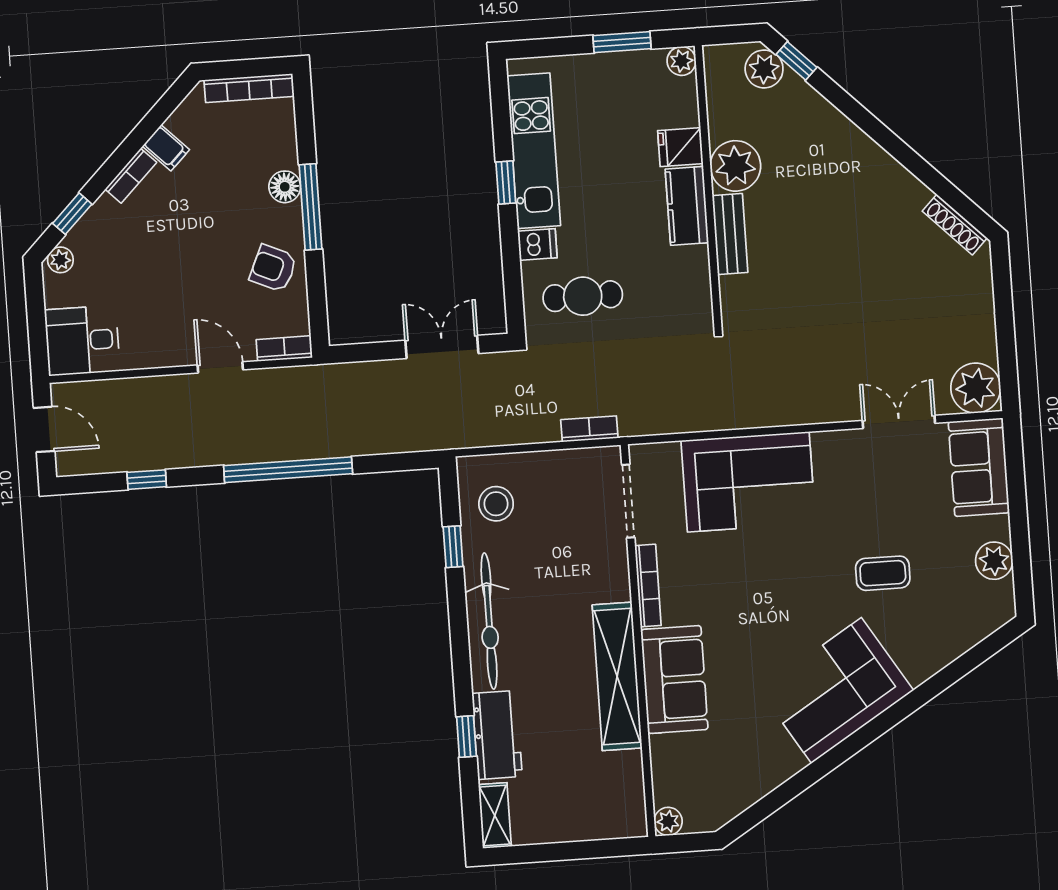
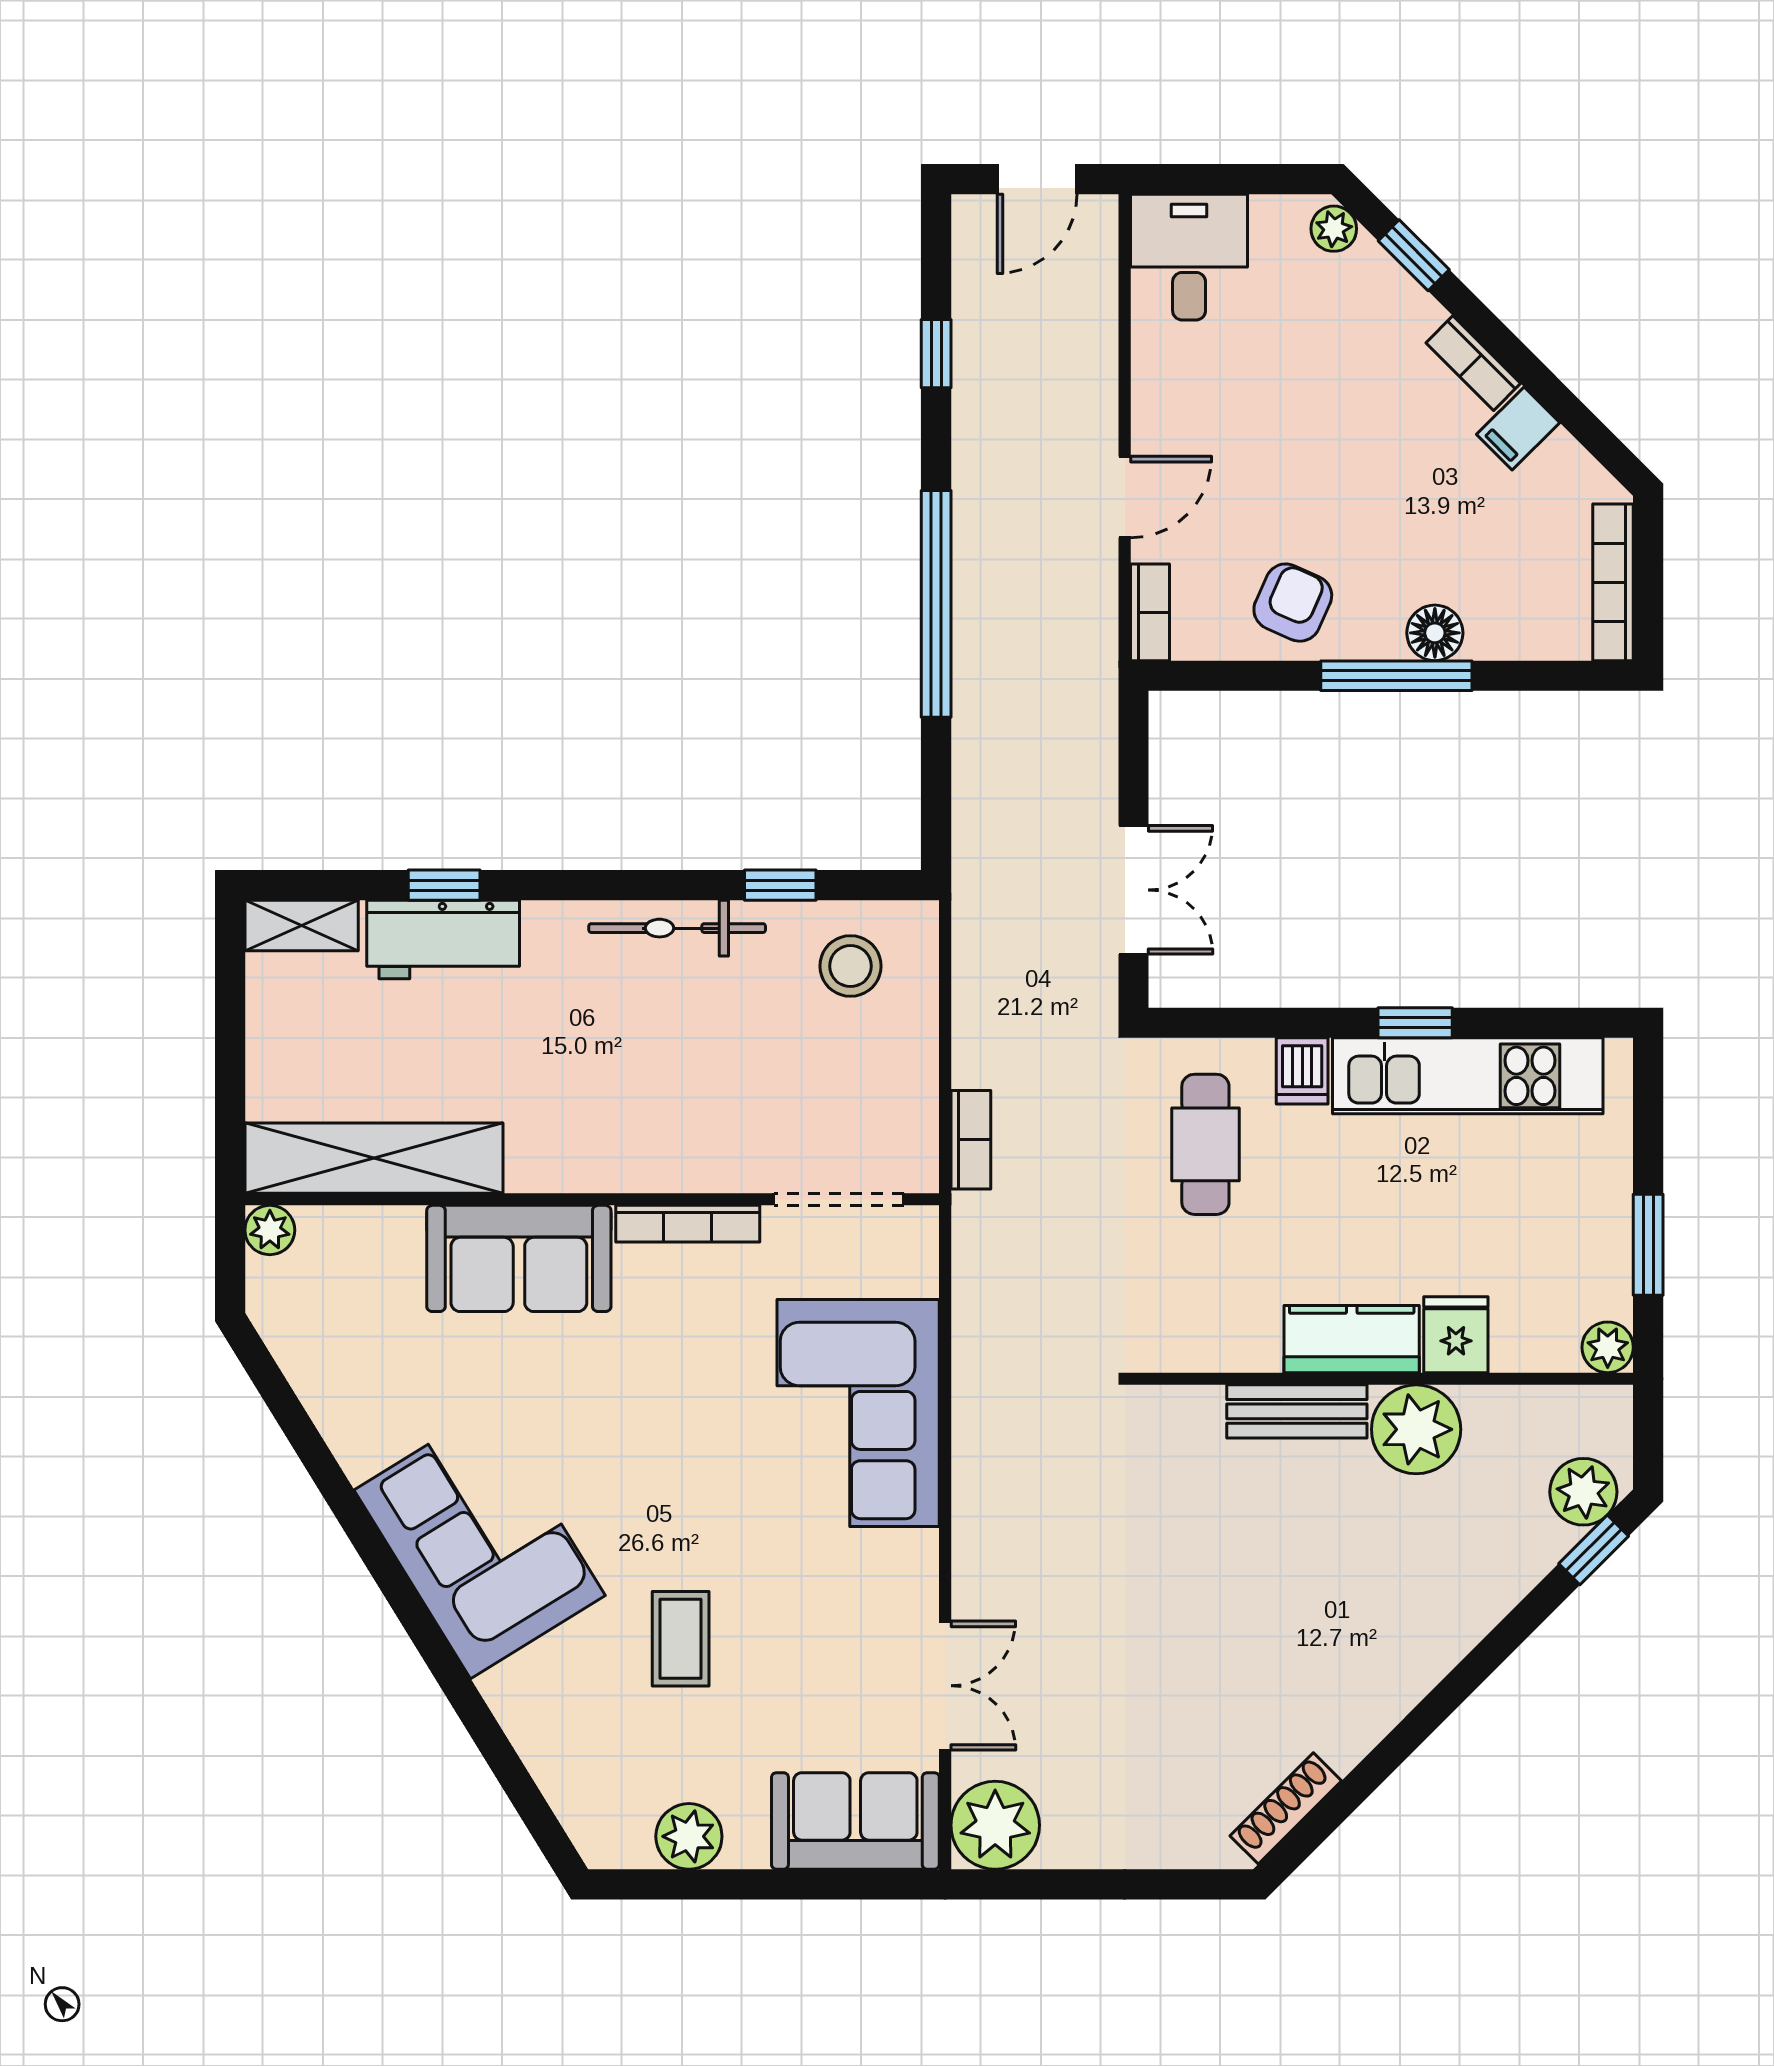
bicycle: (489, 621) -> (677, 928), width x0.73, depth x0.71
shelving: (617, 676) -> (374, 1158), moved

